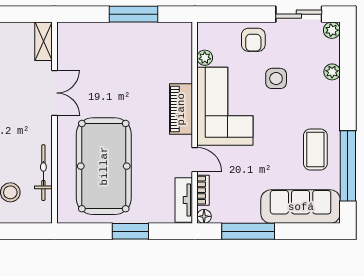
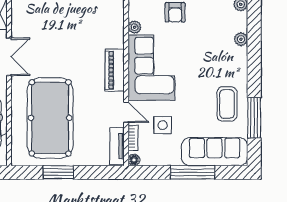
side table: (276, 78) -> (163, 125), moved
window: (348, 166) -> (254, 118), width x0.68
window: (130, 231) -> (58, 172), moved
window: (248, 231) -> (193, 172), moved

